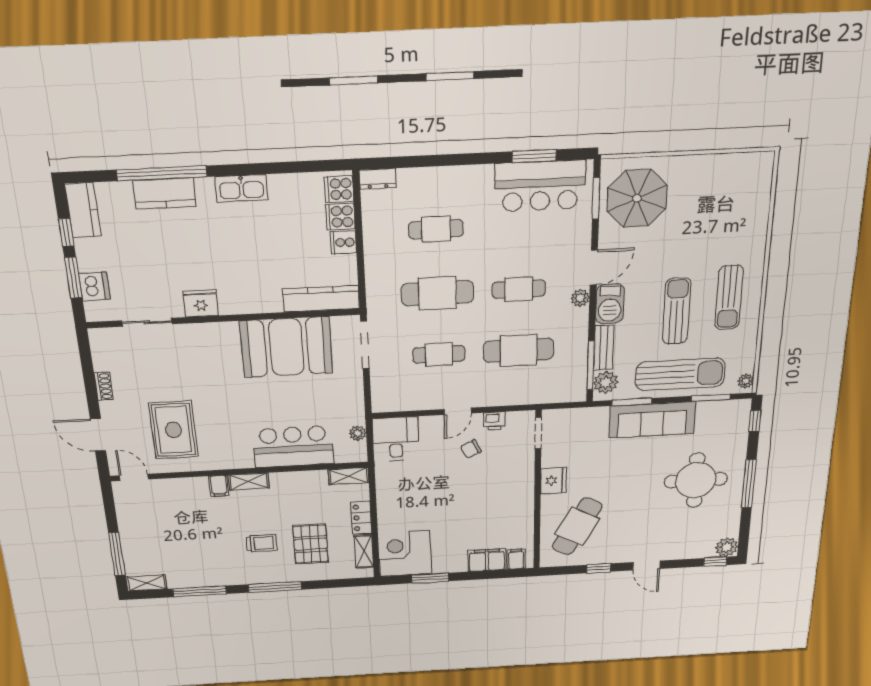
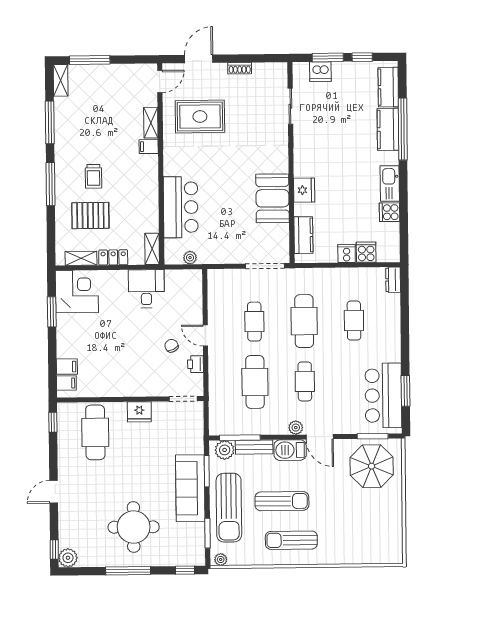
cooker: (339, 189) -> (390, 212), moved, turned -90
kitchen counter: (83, 210) -> (388, 87), moved, turned 90
kitchen counter: (321, 299) -> (303, 235), width x0.67
fridge: (201, 303) -> (304, 190), moved
booth: (286, 347) -> (273, 198), width x0.73, depth x0.70
desk: (396, 439) -> (146, 289), moved, turned -90
shelving: (249, 481) -> (151, 123), moved
cafe table: (577, 526) -> (95, 432), turned 61
filing cabinet: (487, 560) -> (67, 367), width x0.50
window: (599, 568) -> (53, 422), moved

